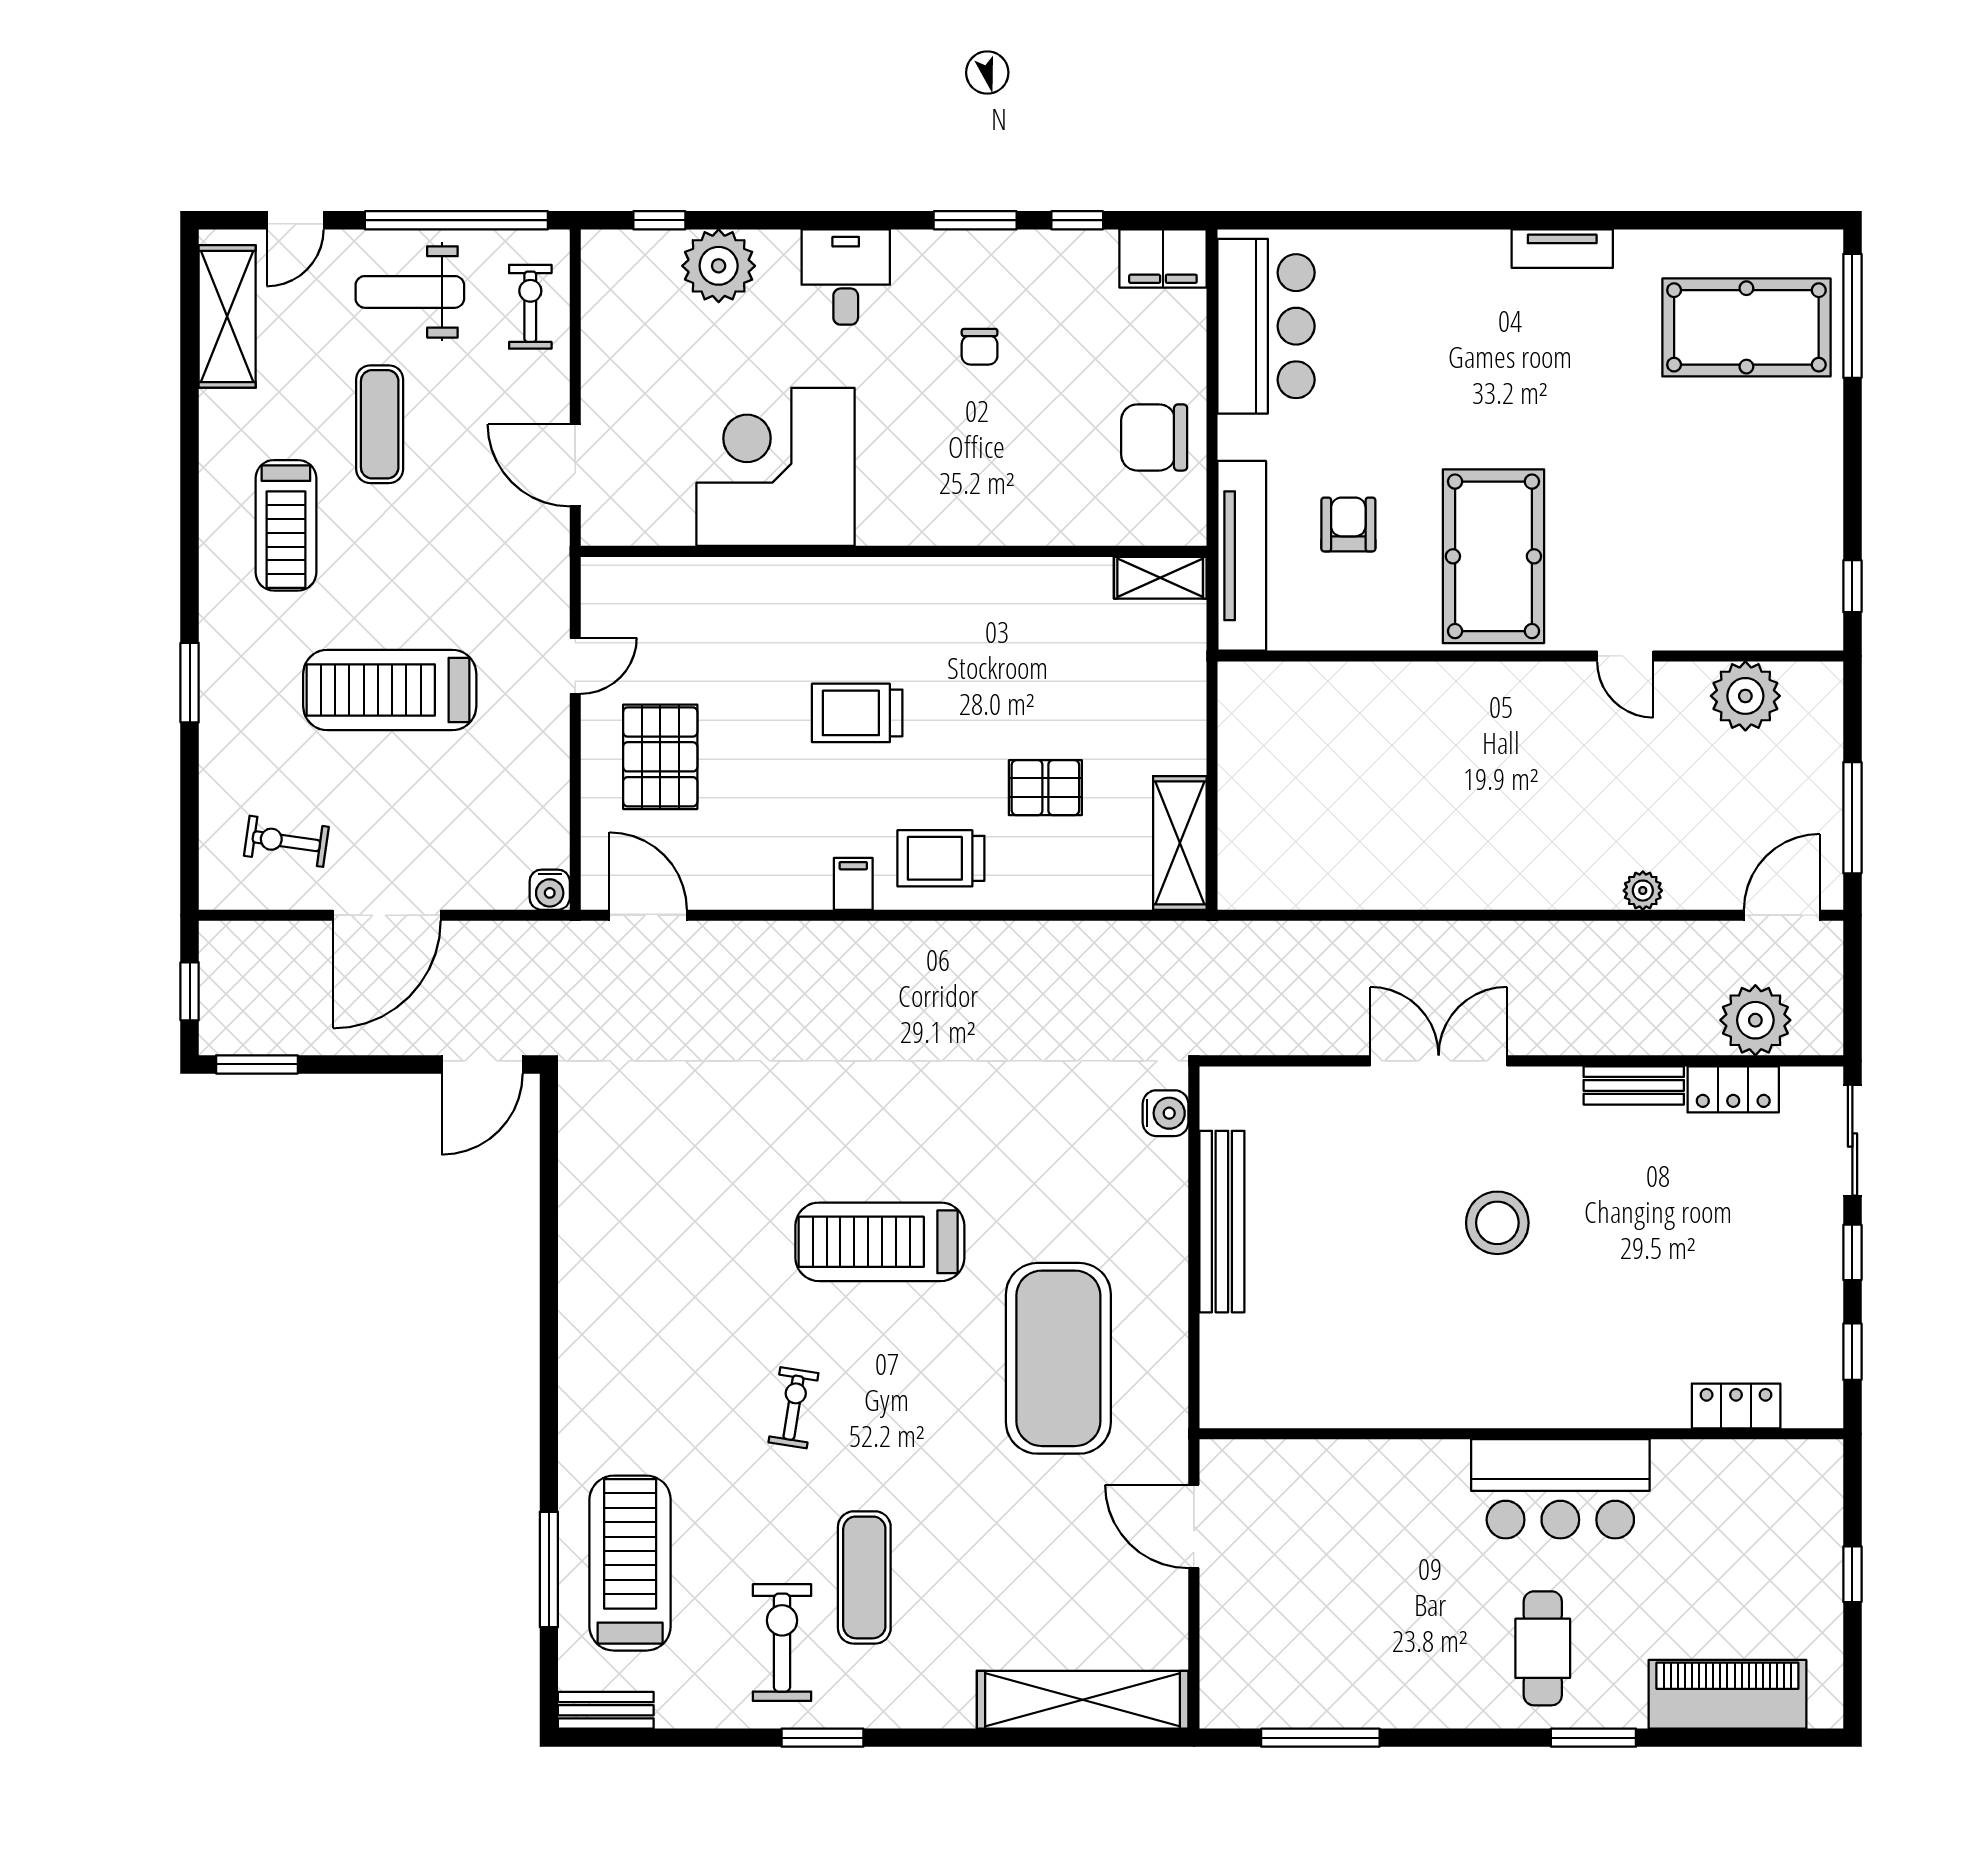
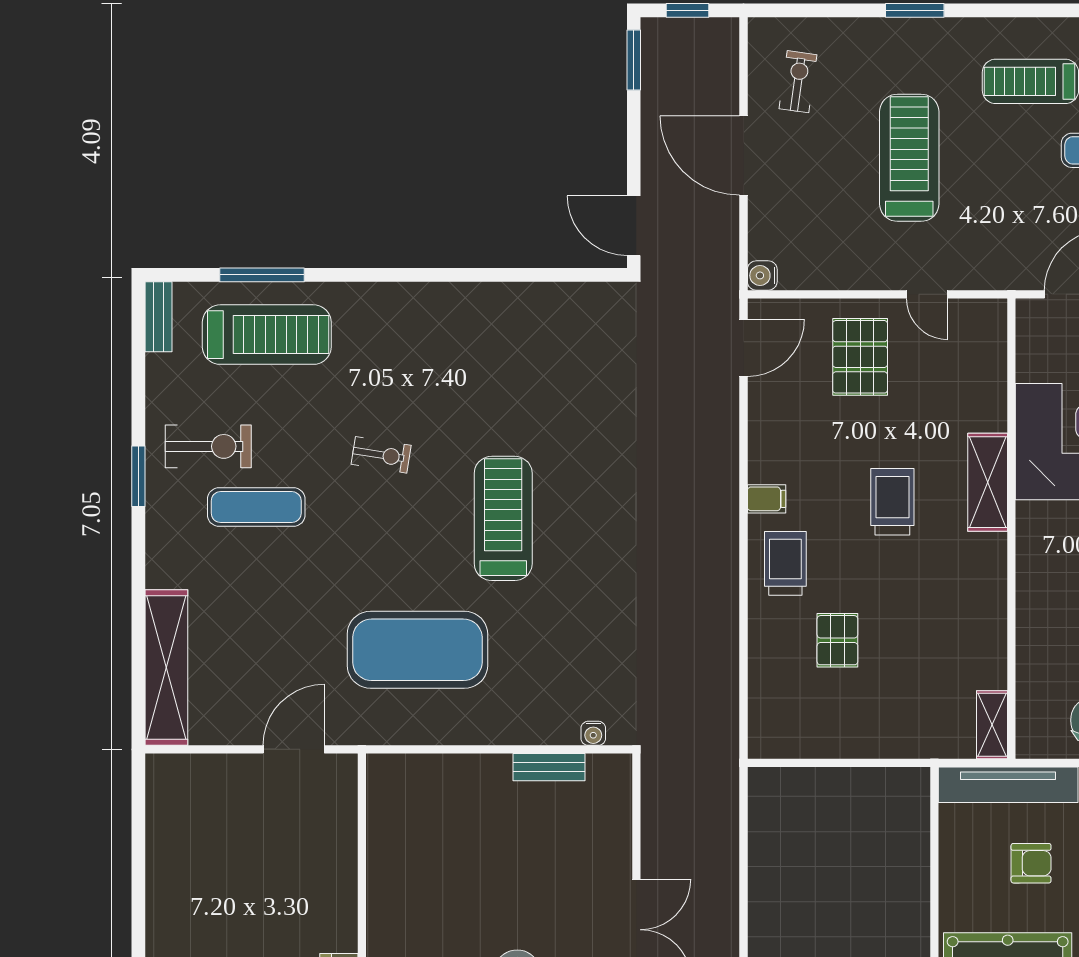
pallet: (660, 757) -> (860, 357), turned 90
shelving: (1180, 843) -> (988, 482), moved, turned 90
water cooler: (1166, 1113) -> (593, 733), width x0.72, depth x0.72
bench: (1222, 1222) -> (549, 767), width x0.54, depth x0.82
window: (1320, 1738) -> (138, 843), removed

